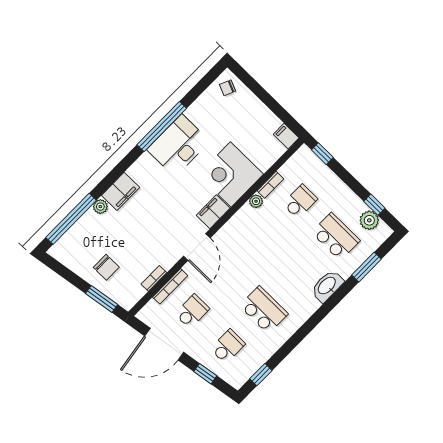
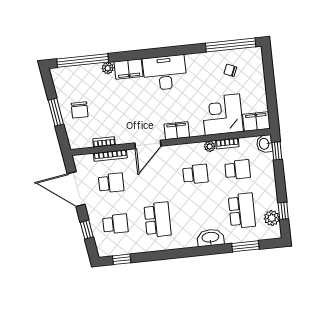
chair: (228, 88) -> (230, 70), moved
window: (162, 127) -> (231, 45), moved
filing cabinet: (286, 136) -> (256, 122), width x2.00
desk: (178, 145) -> (165, 73), moved
washbasin: (305, 156) -> (264, 144), added
corner desk: (231, 174) -> (222, 115), moved
school desk: (264, 238) -> (195, 174), added
window: (102, 299) -> (56, 112), moved

